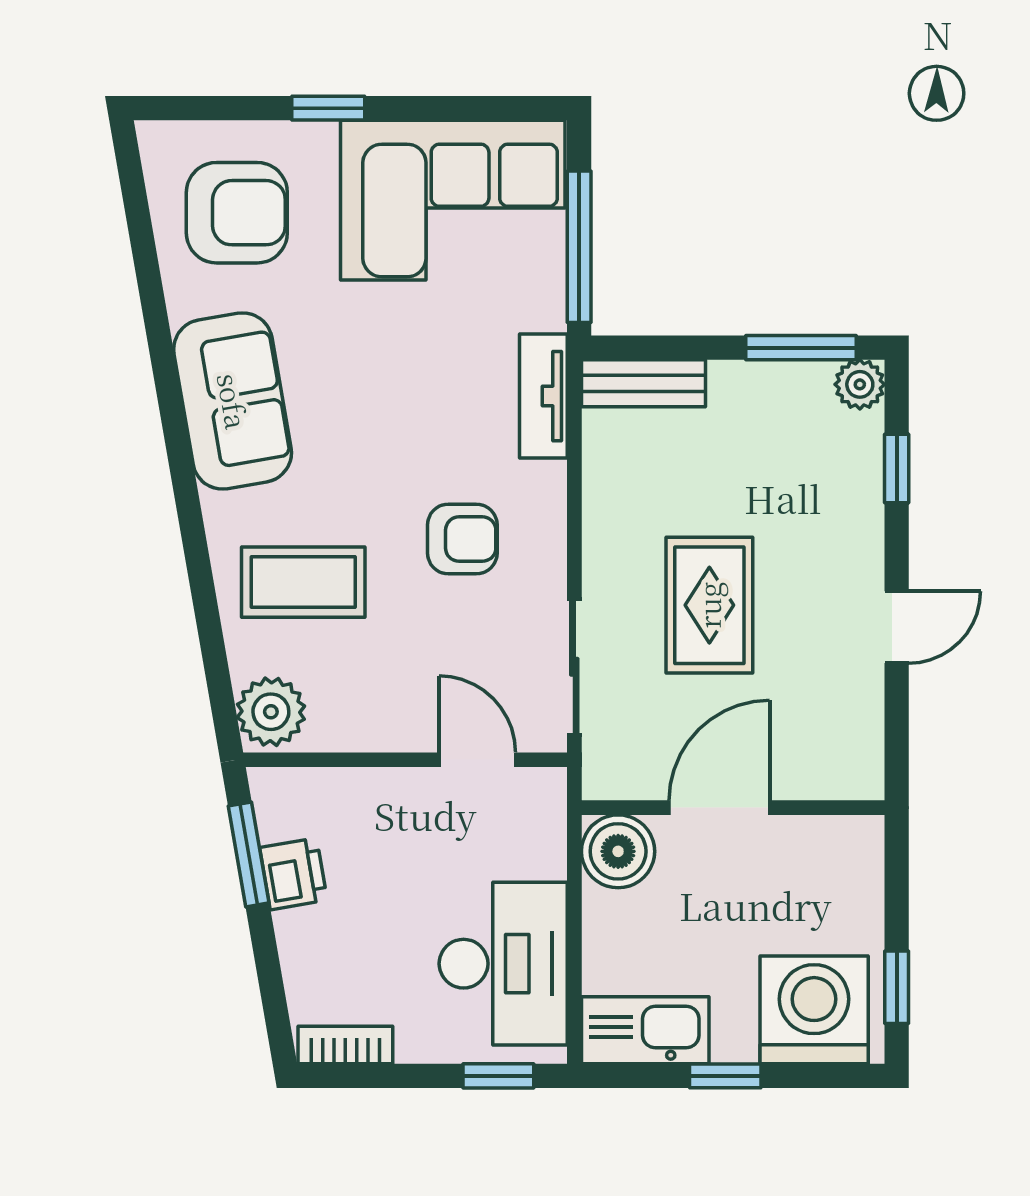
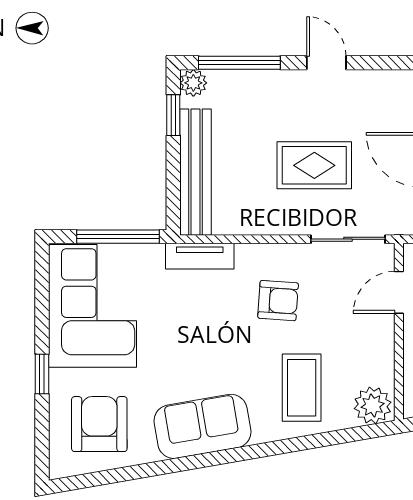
window: (801, 348) -> (173, 115), width x0.67
bench: (643, 383) -> (195, 172), width x1.86, depth x1.21
window: (897, 468) -> (239, 63), width x2.17
armchair: (462, 539) -> (278, 301), turned 94

